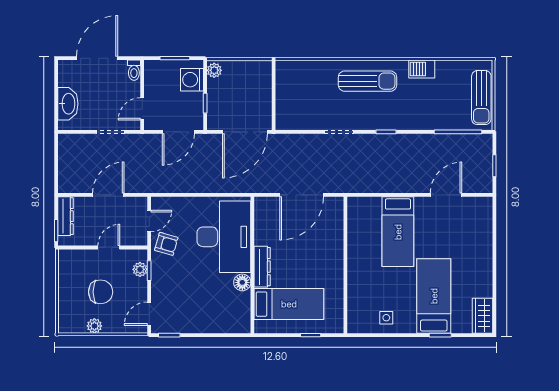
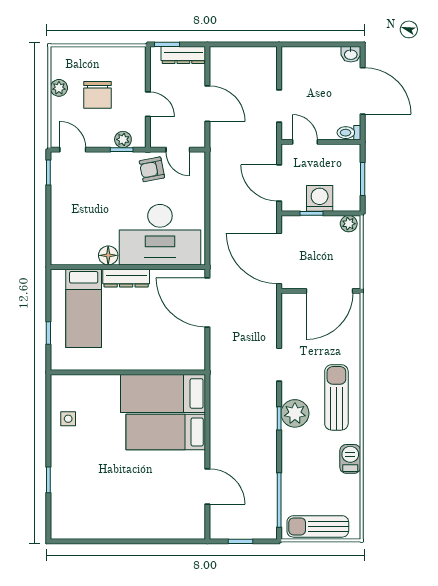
washing machine: (192, 80) -> (320, 198), moved
sun lounger: (367, 81) -> (336, 397), turned 180
door: (274, 87) -> (329, 291), added
washbasin: (68, 104) -> (351, 54), moved, width x0.52, depth x0.69
plant: (382, 118) -> (295, 413), added
door: (302, 195) -> (207, 302), moved
armchair: (166, 244) -> (152, 169), turned 63
bed: (434, 296) -> (163, 393), moved, turned 180
wardrobe: (482, 316) -> (70, 528), removed

